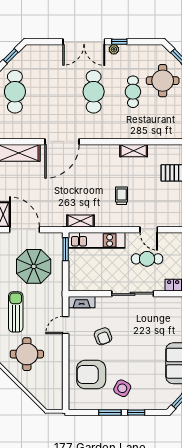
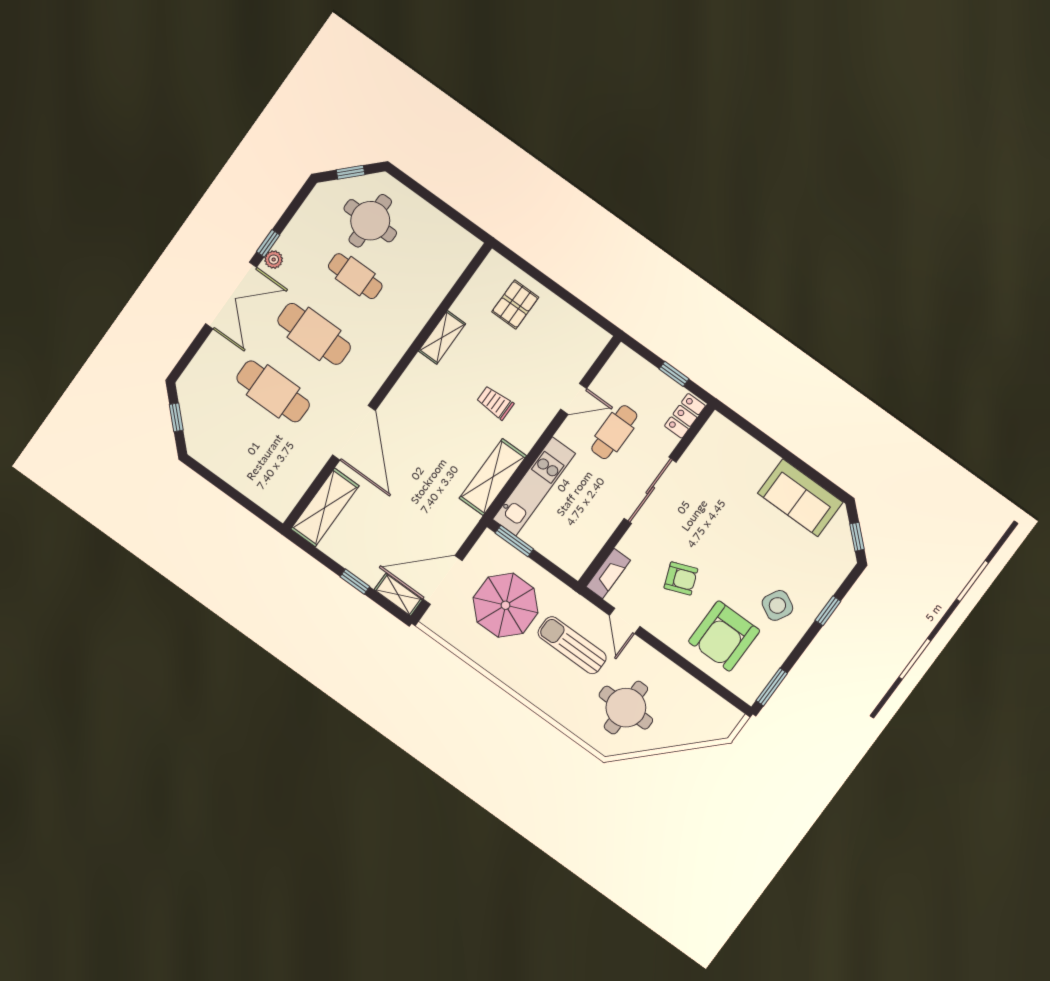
cafe table: (15, 92) -> (273, 391), moved
shelving: (81, 221) -> (493, 477), width x1.50, depth x1.33
sun lounger: (16, 312) -> (572, 645), moved
window: (110, 413) -> (772, 687), moved

